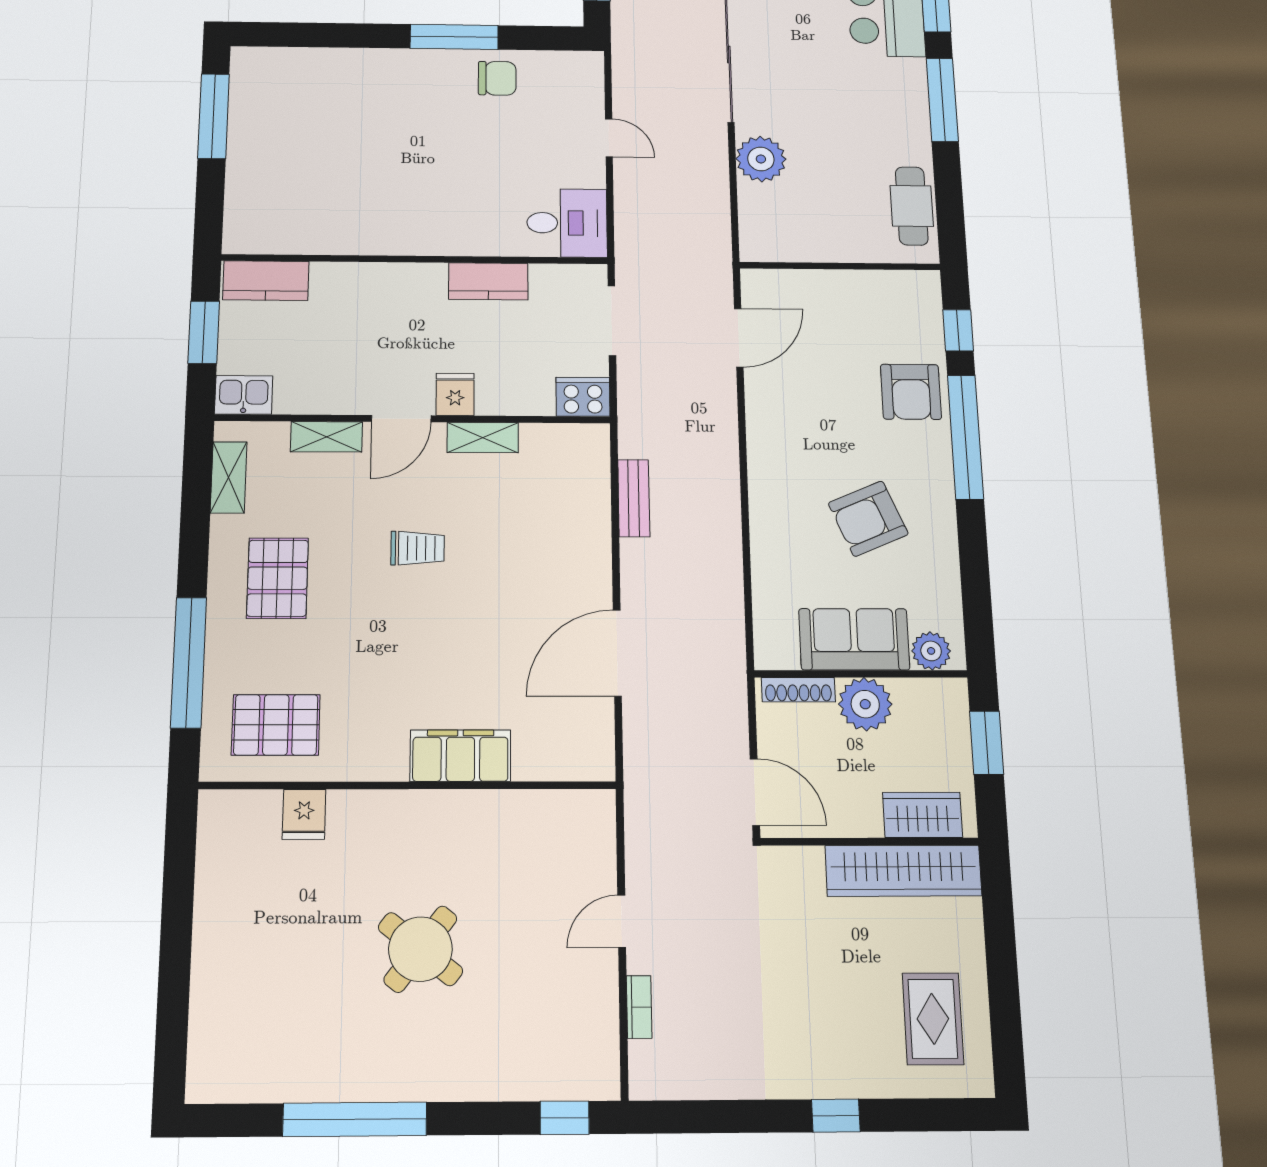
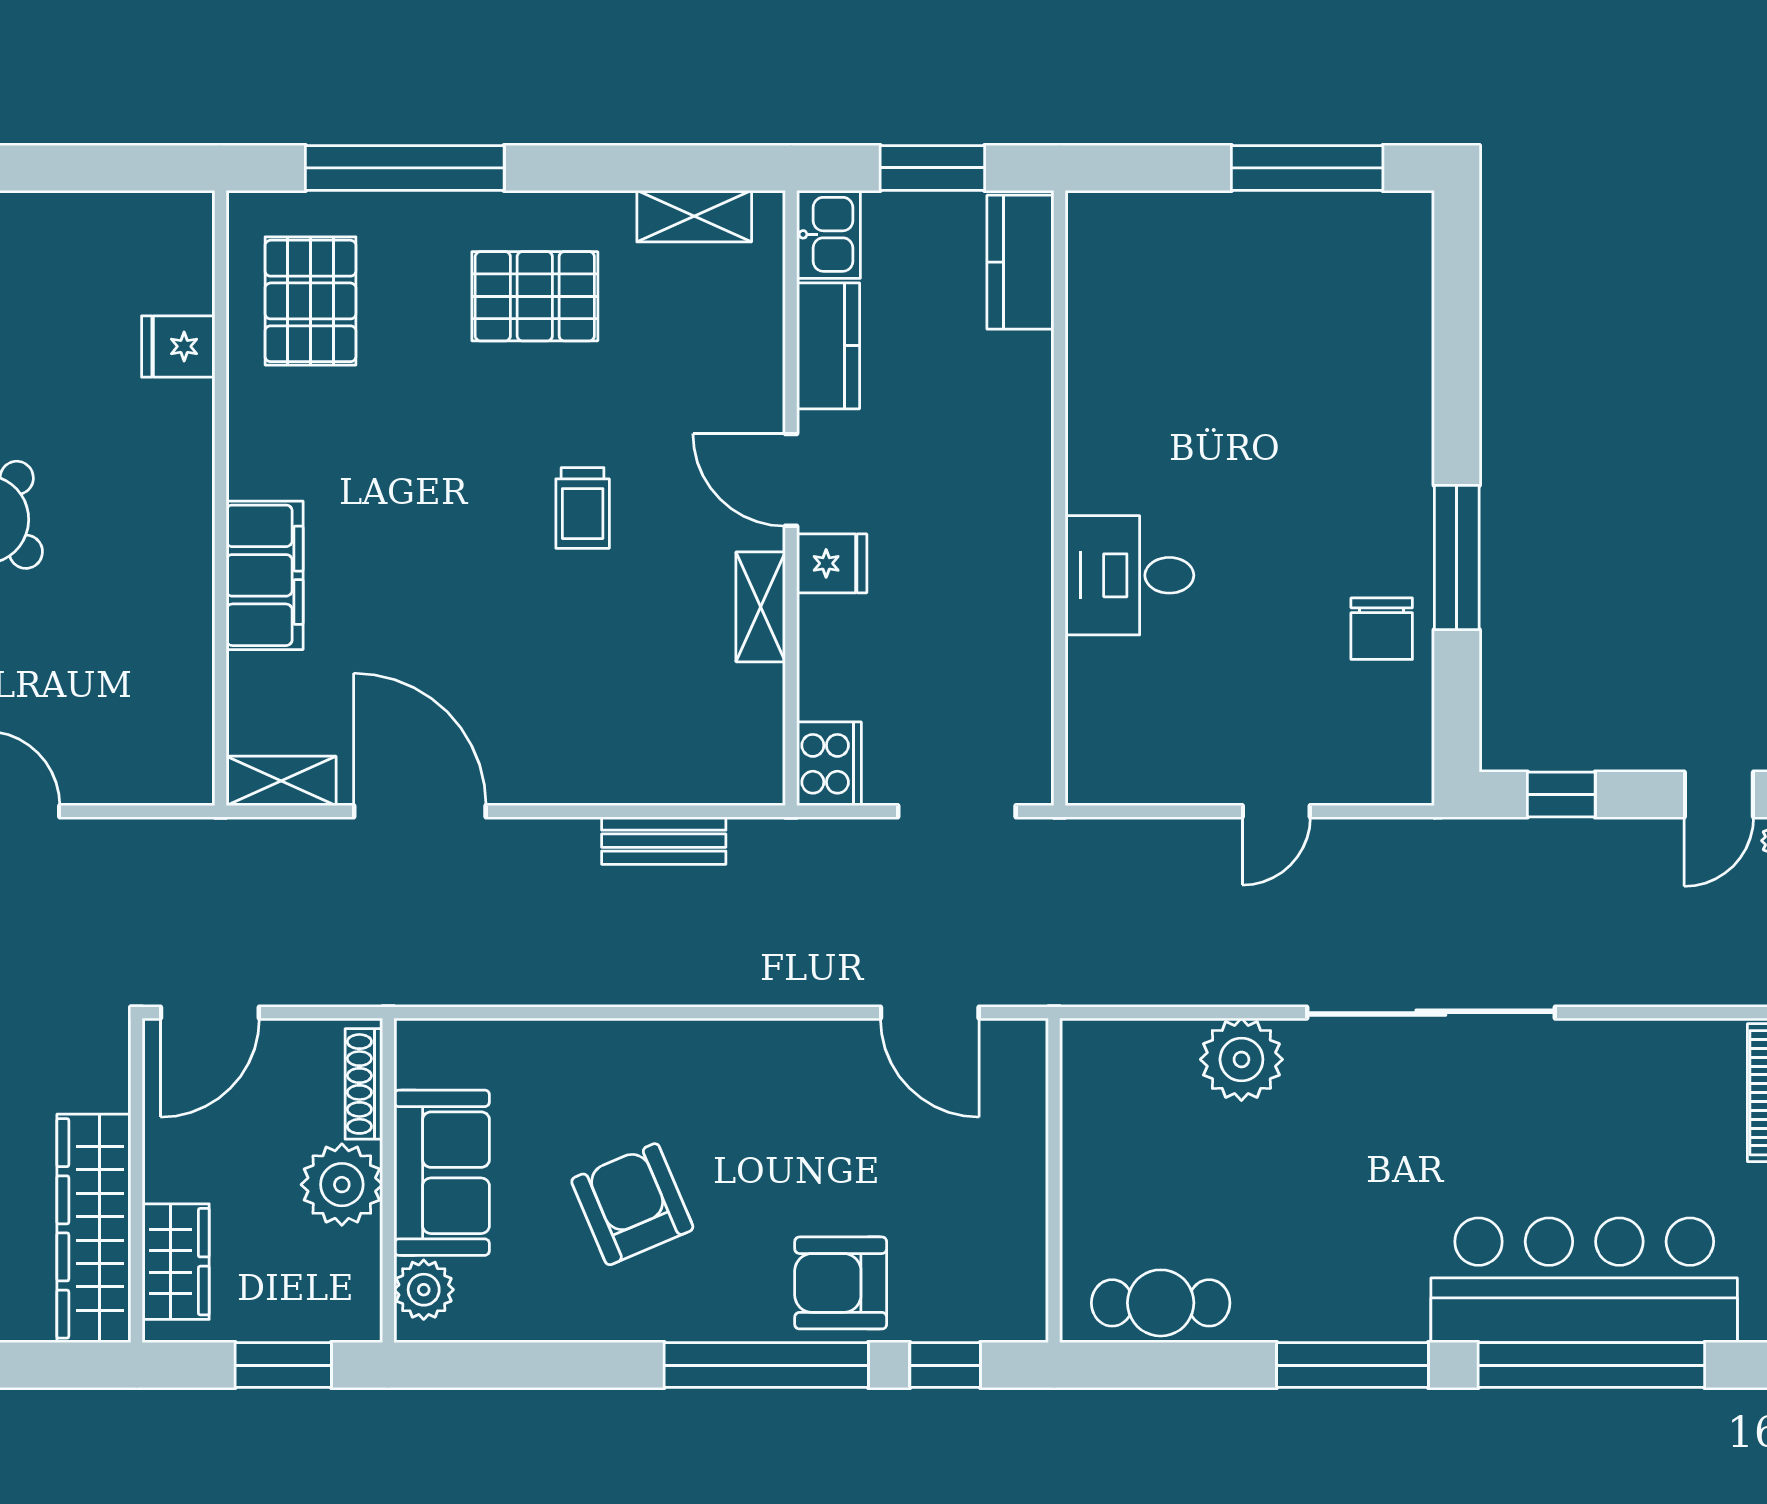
desk: (567, 223) -> (1129, 575), moved, turned 90
kitchen counter: (488, 281) -> (828, 346), moved, turned 180
shelving: (326, 437) -> (281, 781), moved, turned 90

